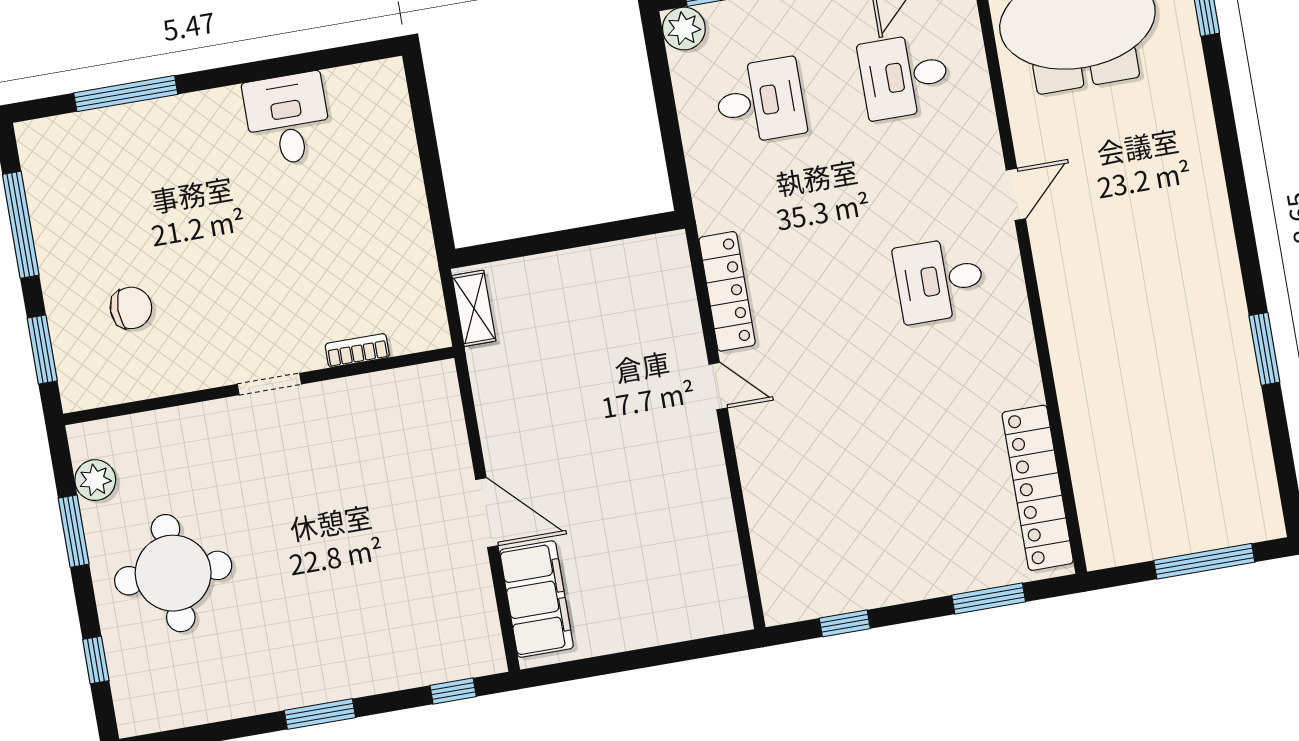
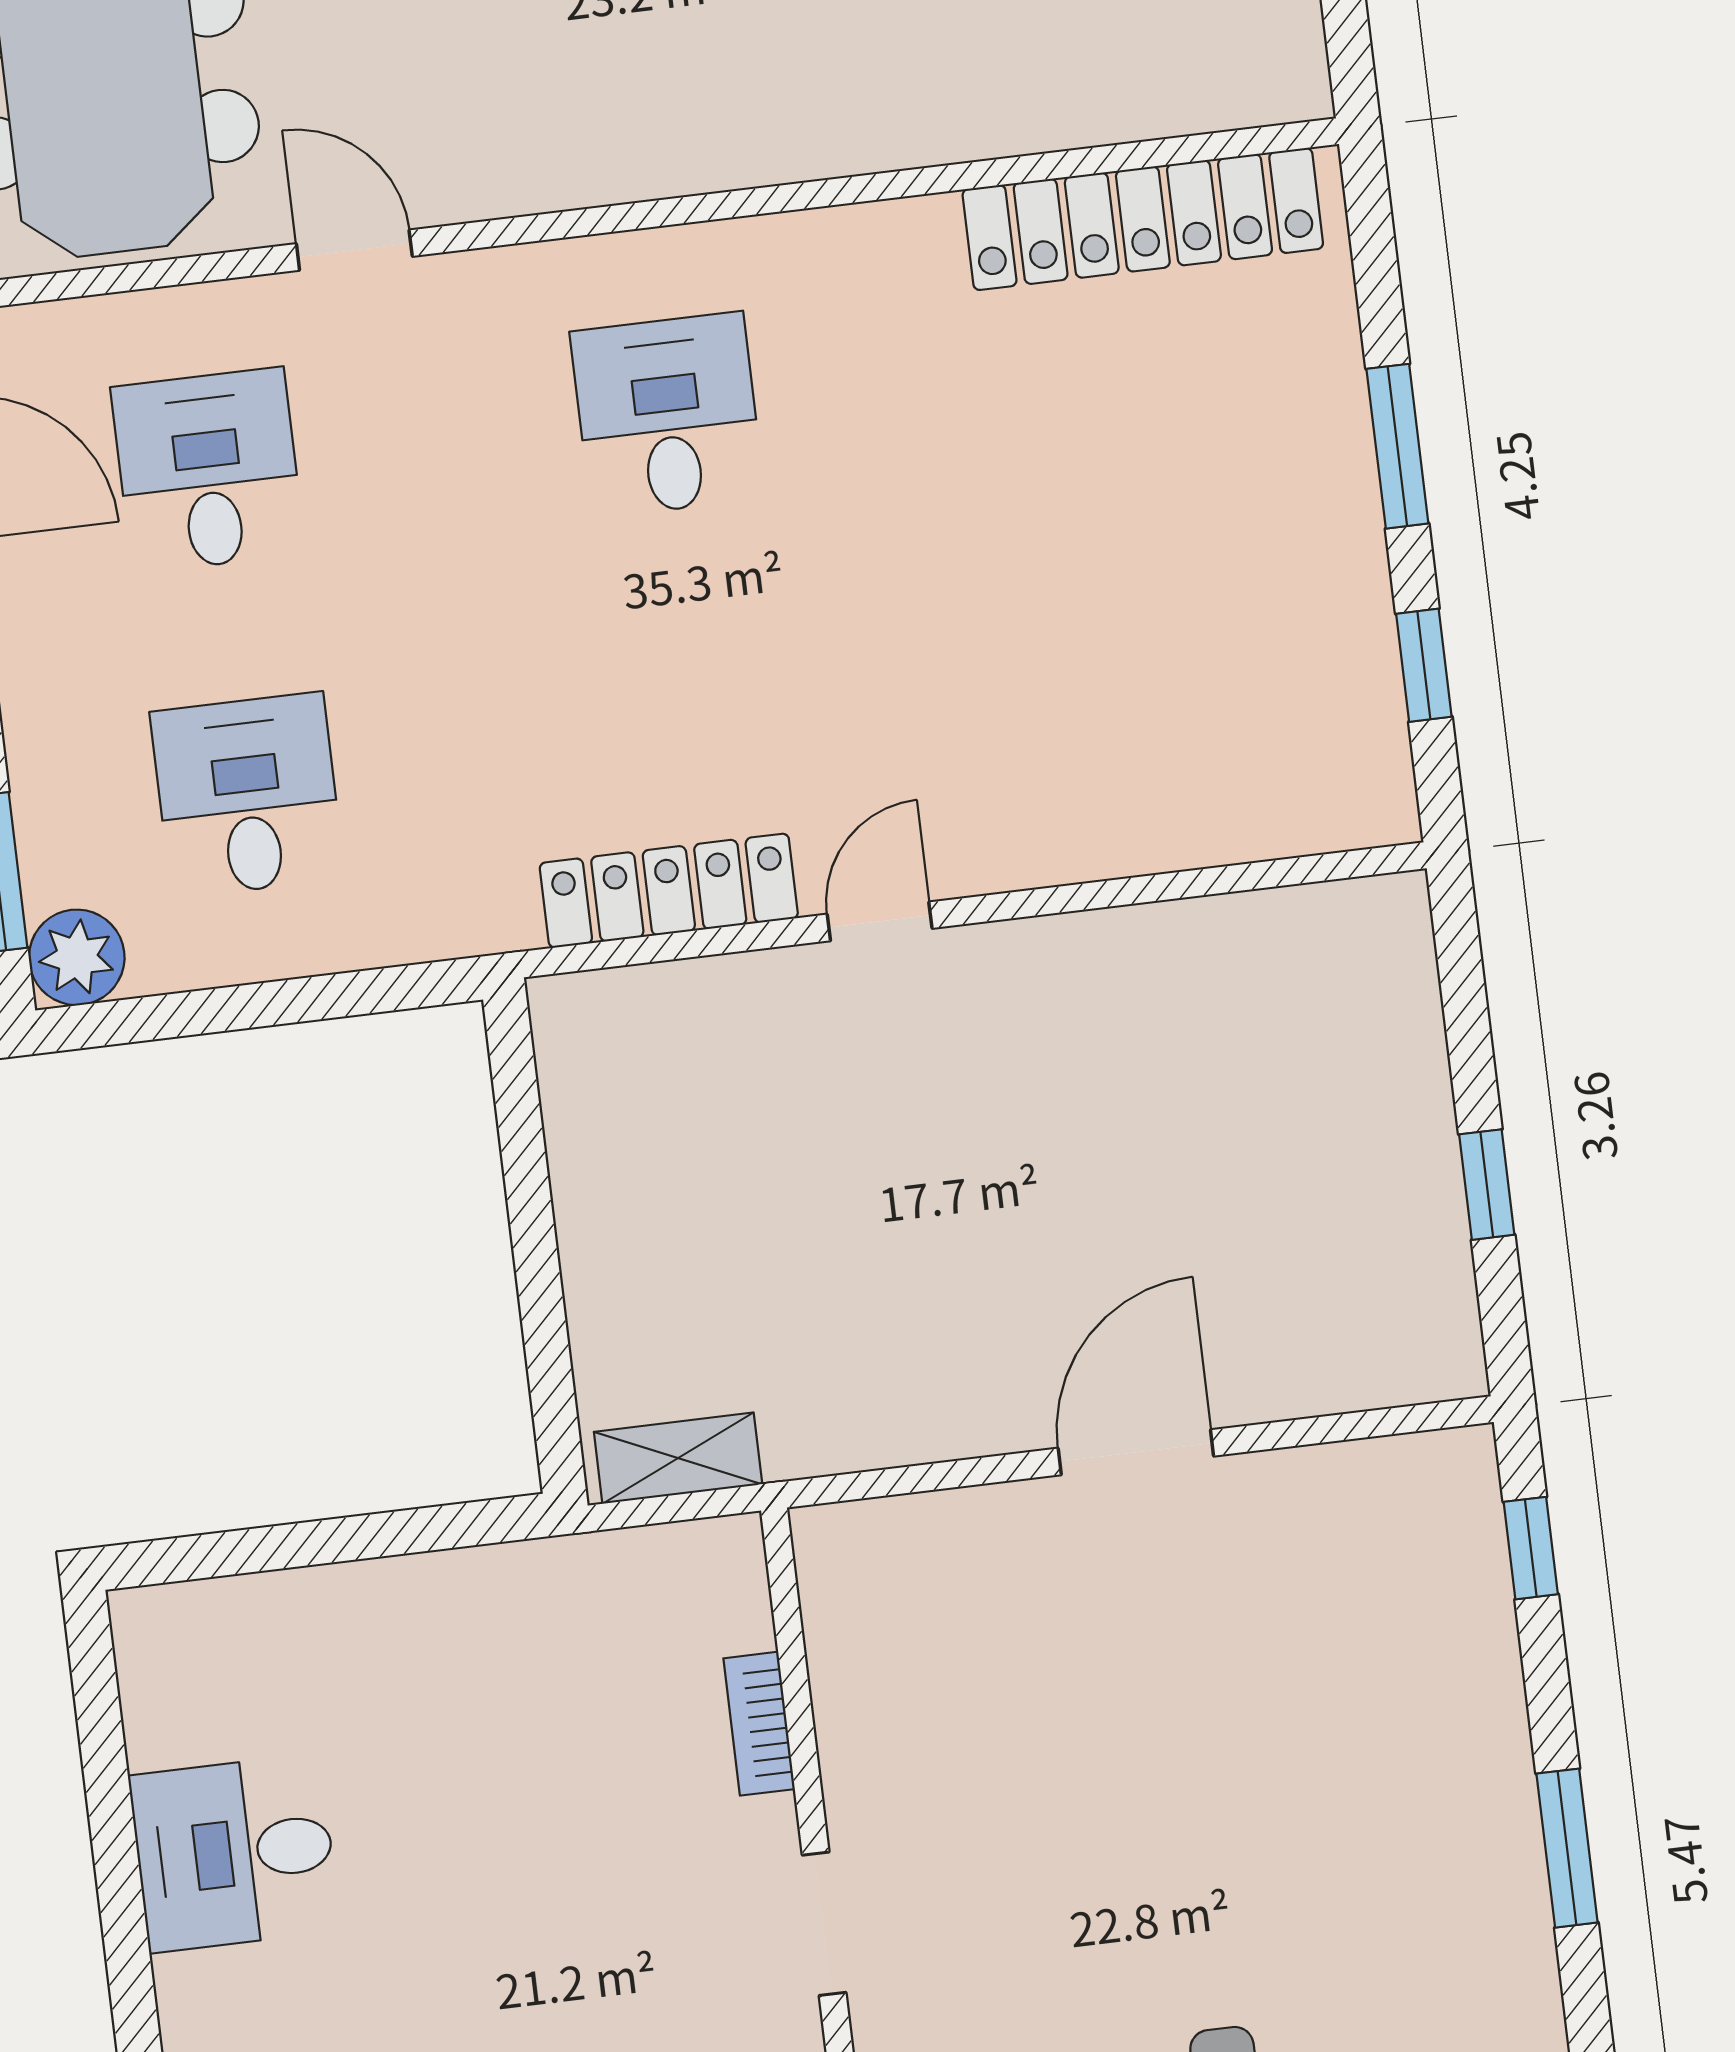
desk: (904, 76) -> (208, 470), turned 180
door: (1016, 194) -> (354, 250), moved
desk: (939, 280) -> (667, 415), turned 180
window: (989, 598) -> (1397, 446), moved
filing cabinet: (537, 599) -> (1335, 1351), removed
window: (614, 663) -> (1487, 1185), added

